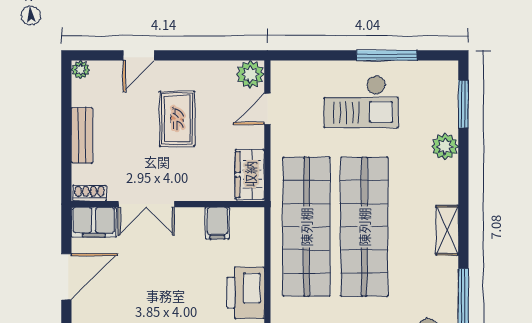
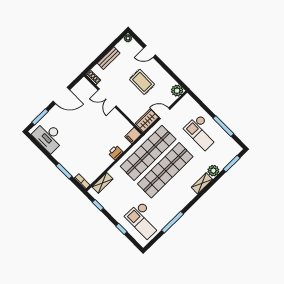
door: (267, 109) -> (164, 113), moved
rug: (177, 119) -> (142, 82), turned 90
filing cabinet: (94, 222) -> (86, 88), removed
filing cabinet: (217, 223) -> (133, 136), moved
shelving: (447, 230) -> (202, 183), moved
printer: (246, 293) -> (115, 153), width x0.53, depth x0.68

